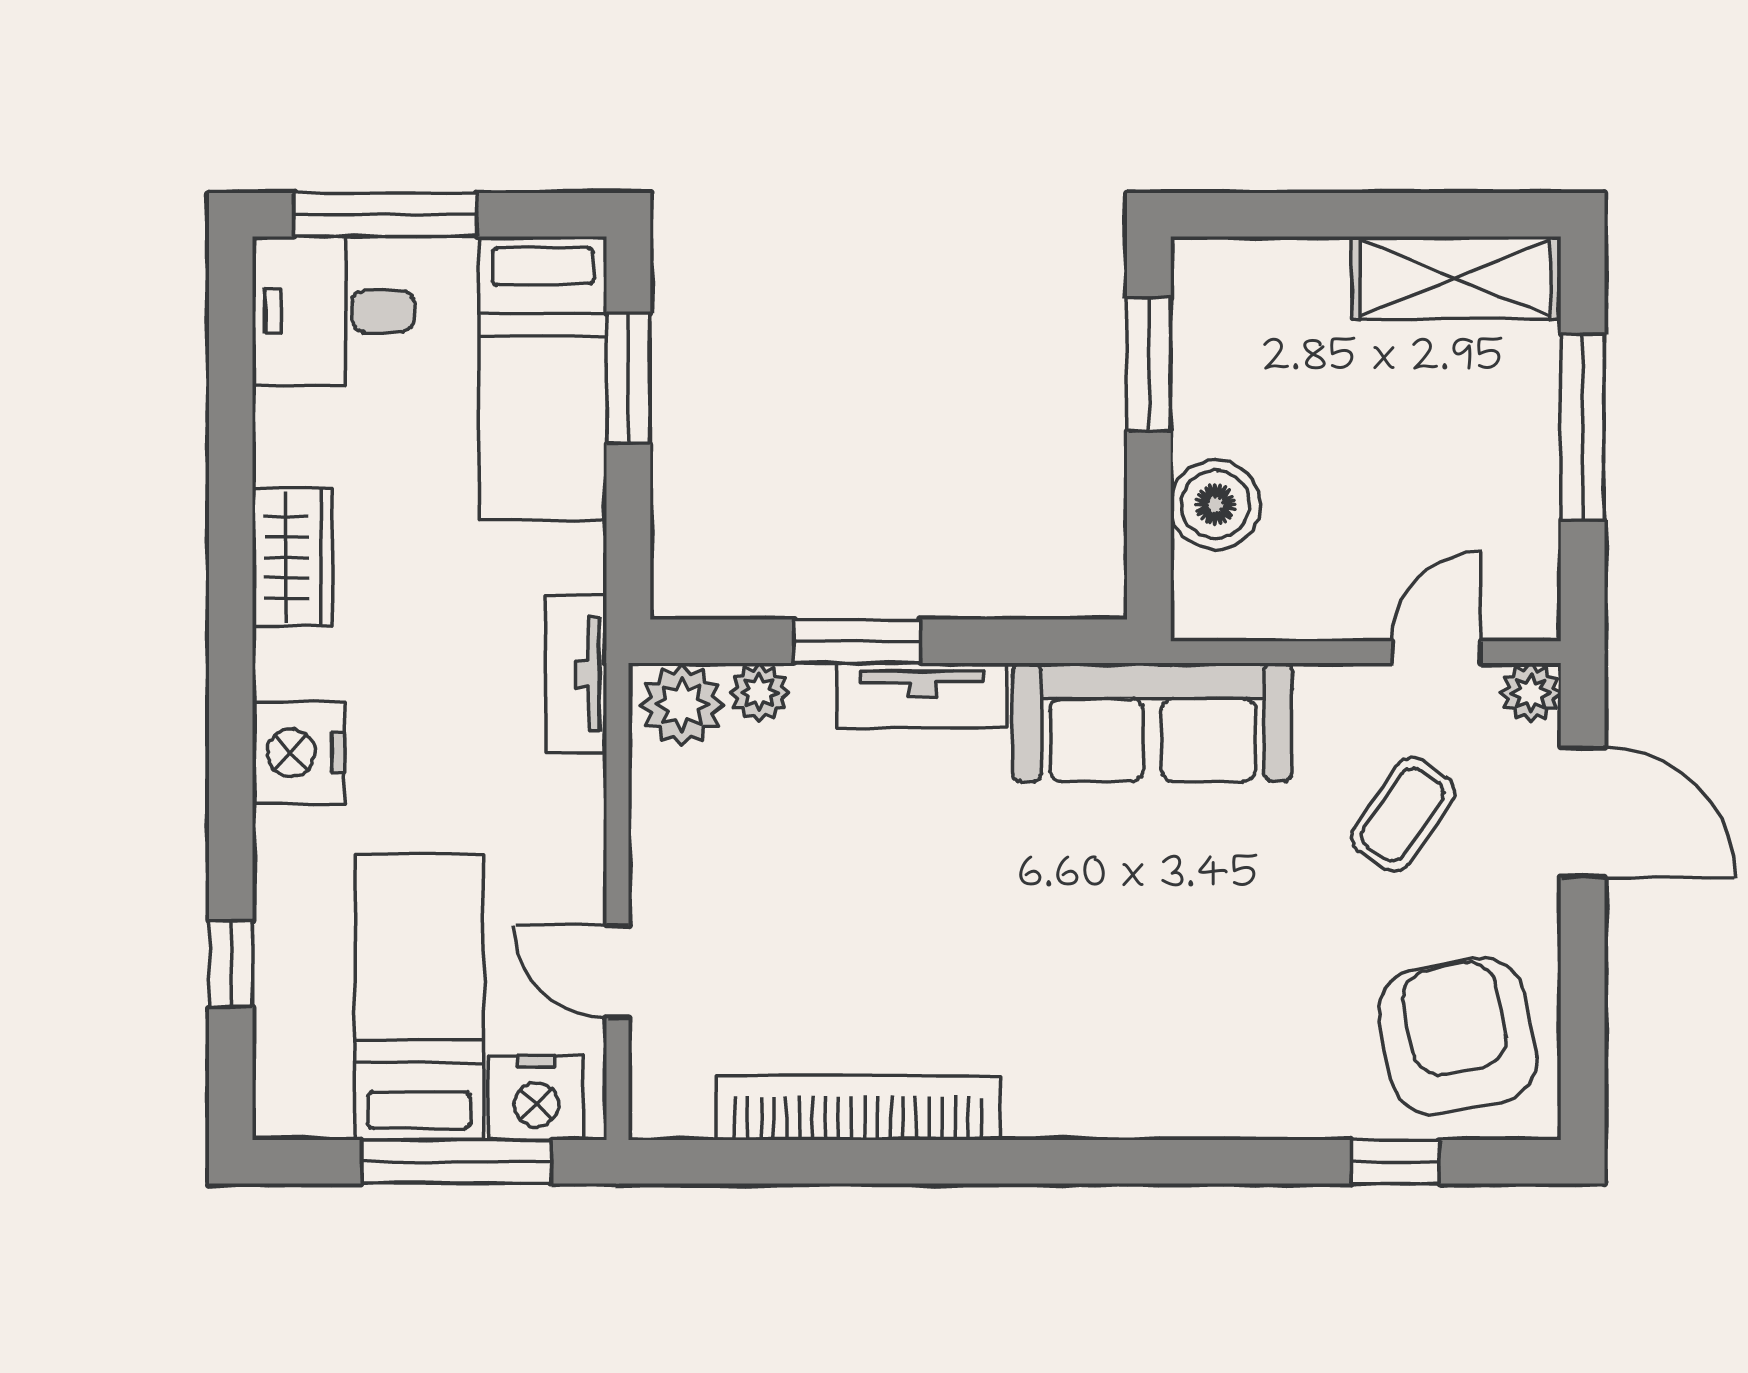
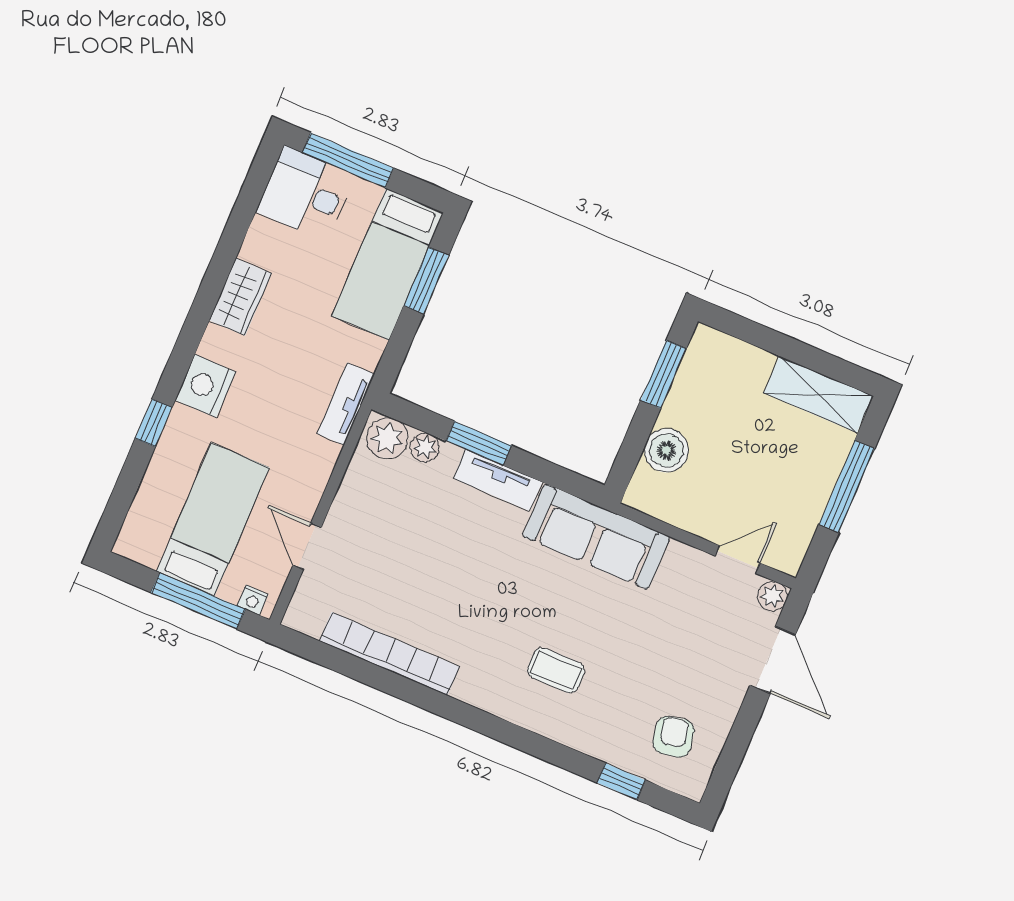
coffee table: (1403, 815) -> (556, 670), moved, turned 55
window: (231, 964) -> (154, 423), moved
armchair: (1458, 1036) -> (674, 737), width x0.53, depth x0.53
nightstand: (536, 1098) -> (253, 600), width x0.53, depth x0.56

